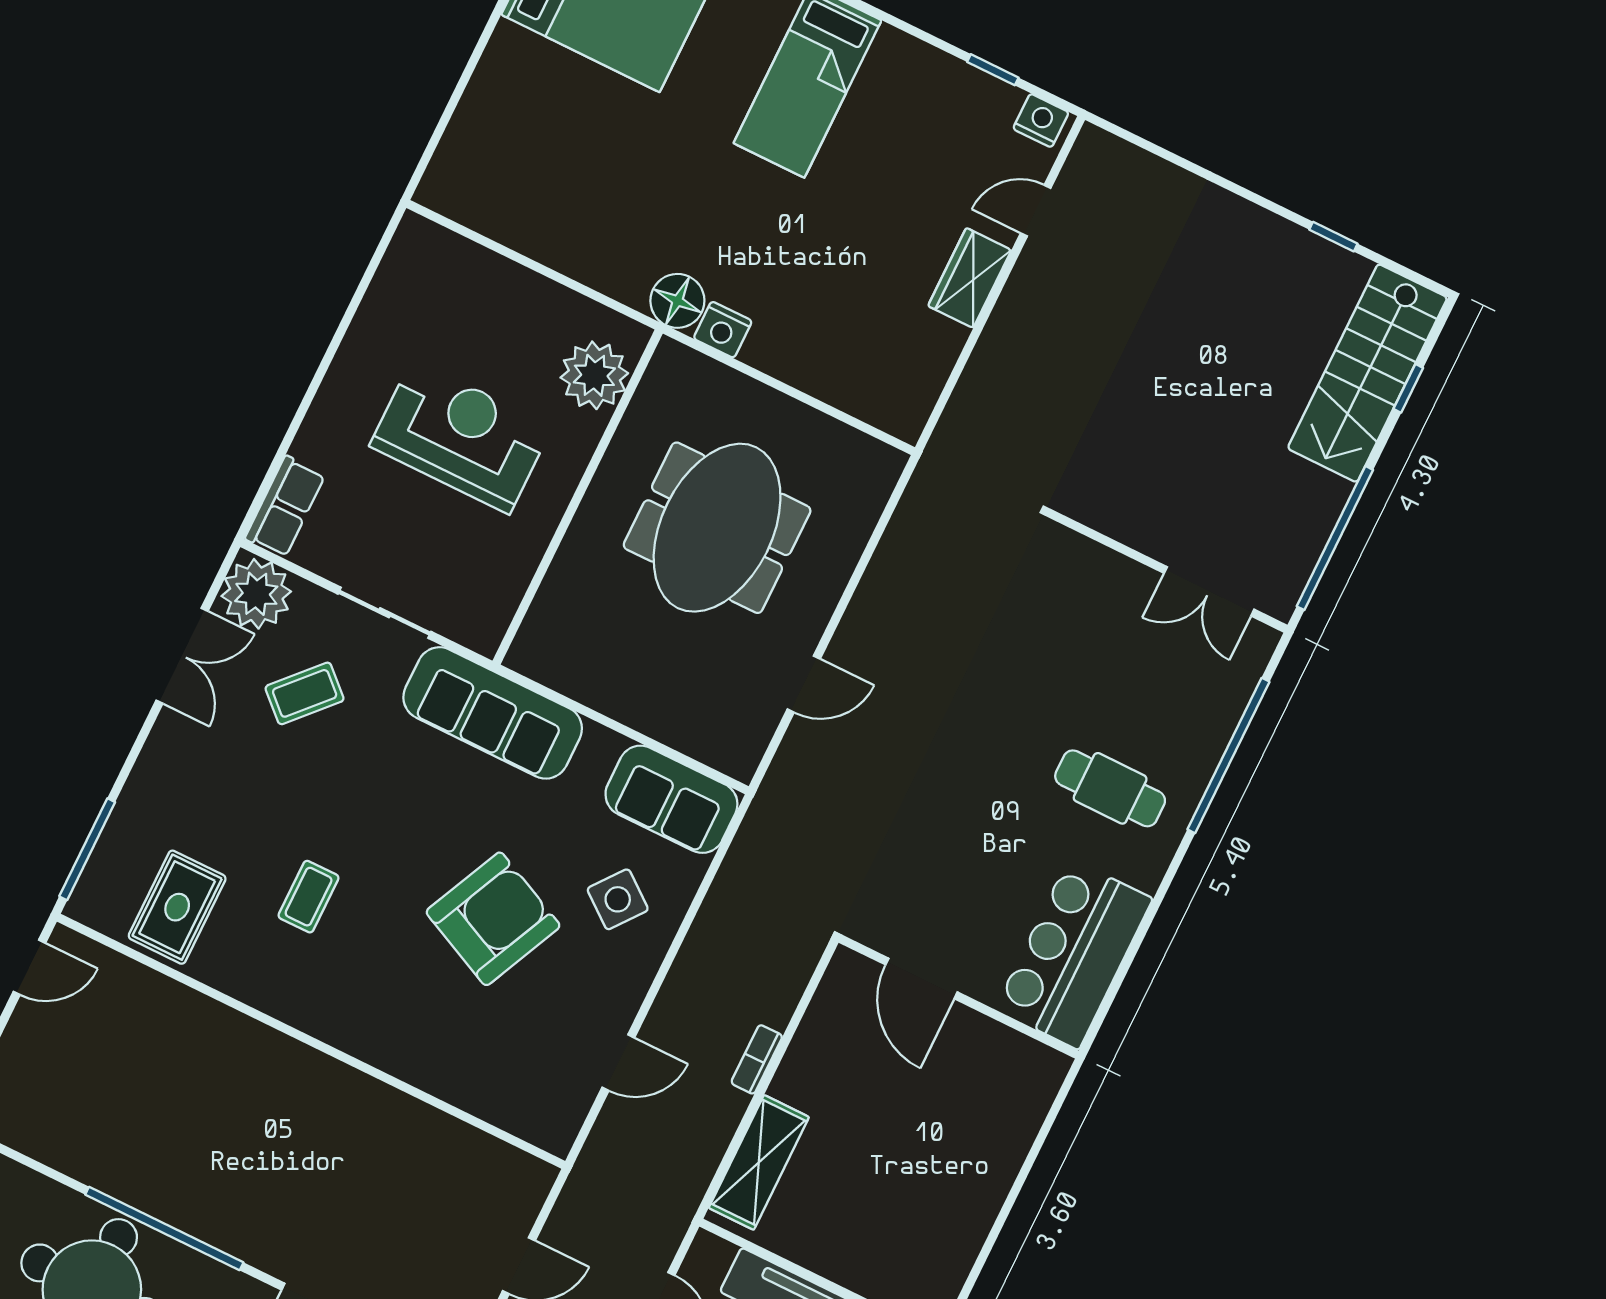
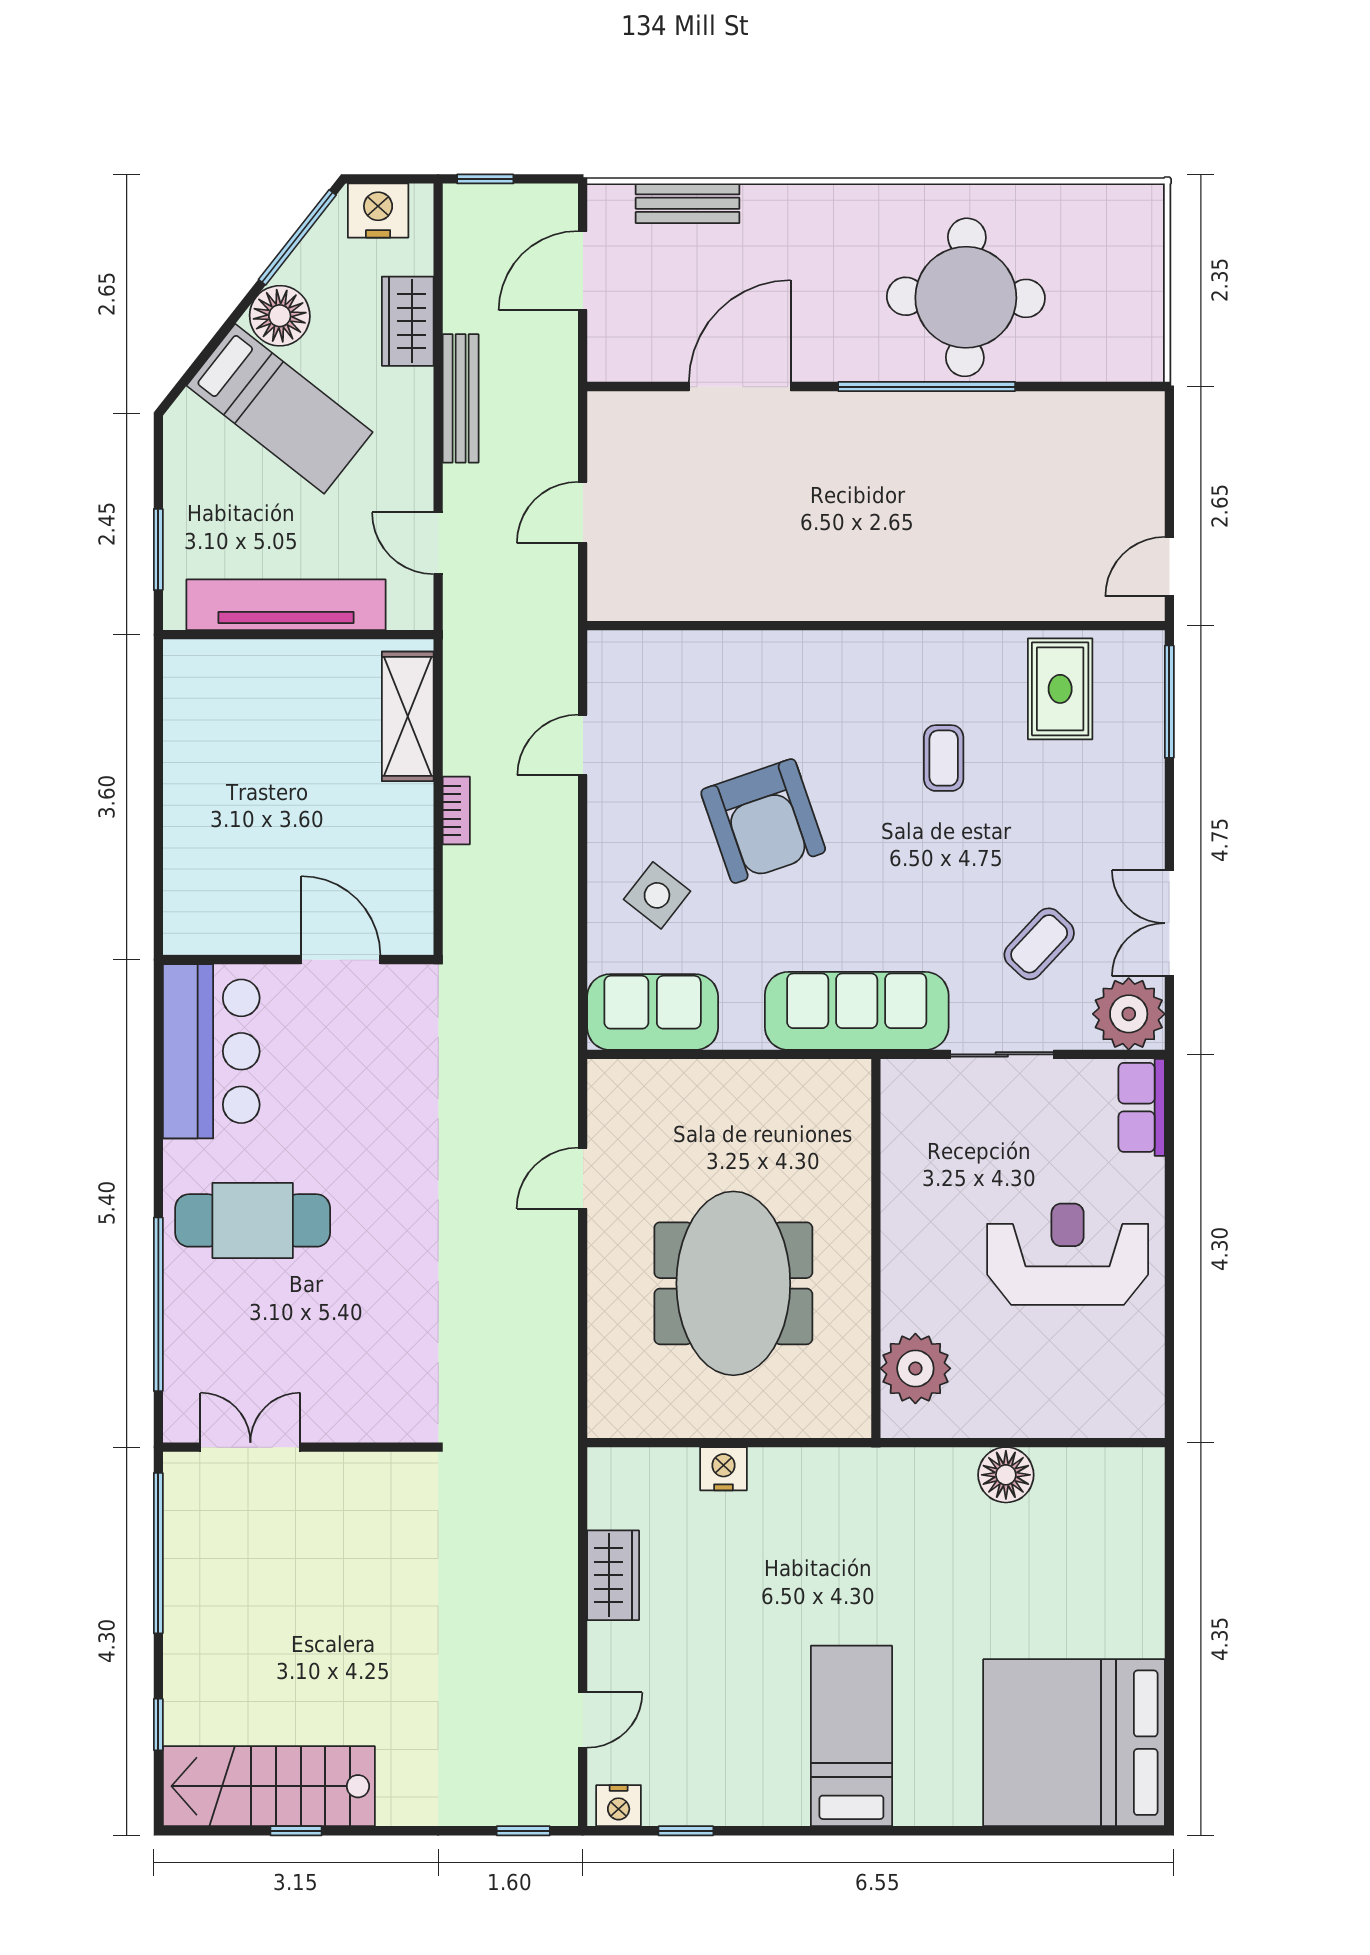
window: (1135, 139) -> (523, 1831), added
wardrobe: (970, 278) -> (613, 1575), moved
floor lamp: (677, 301) -> (1006, 1475), moved
nightstand: (723, 330) -> (723, 1469), moved
stairs: (1367, 373) -> (269, 1786), moved, turned -90
reception desk: (461, 436) -> (1068, 1254), moved, turned 180
cafe table: (1110, 788) -> (253, 1220), width x1.37, depth x1.35
armchair: (493, 919) -> (763, 821), turned -44

